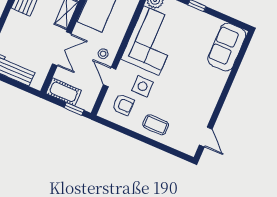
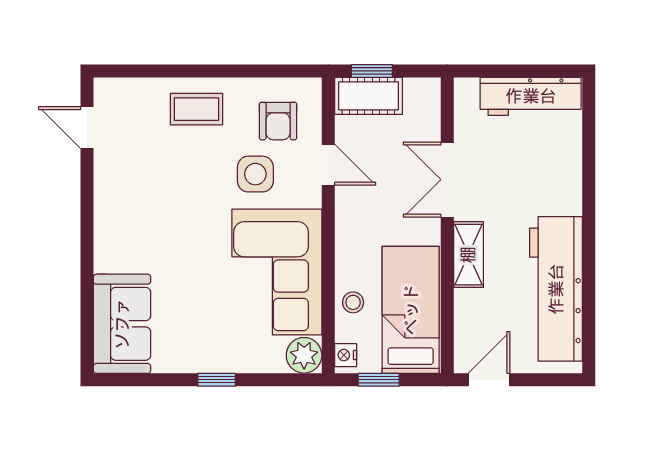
stool: (103, 54) -> (353, 302), moved
cot: (64, 92) -> (369, 96), moved
armchair: (123, 105) -> (278, 121), turned -90

